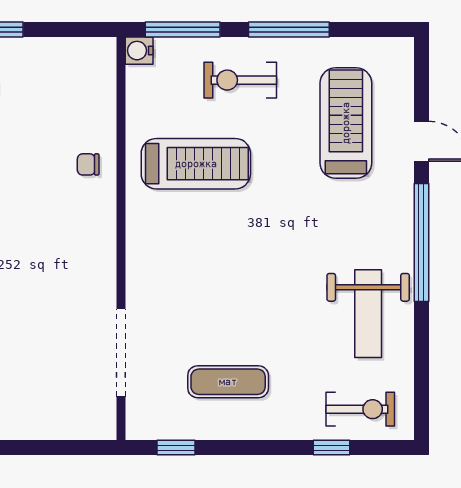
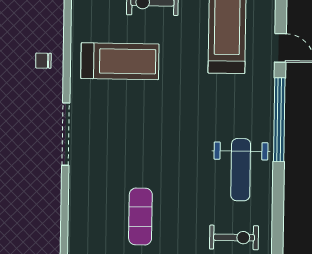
doorway: (121, 353) -> (66, 134), moved
exercise mat: (228, 382) -> (140, 216), turned 90

